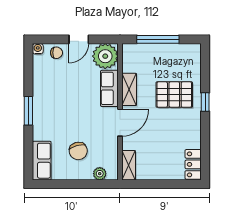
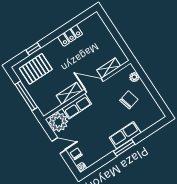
pallet: (174, 95) -> (36, 69), moved, turned 90
window: (205, 102) -> (33, 49), moved
row of seats: (42, 161) -> (125, 135), moved
locker: (193, 164) -> (70, 35), moved
shelving: (129, 165) -> (109, 68), moved

